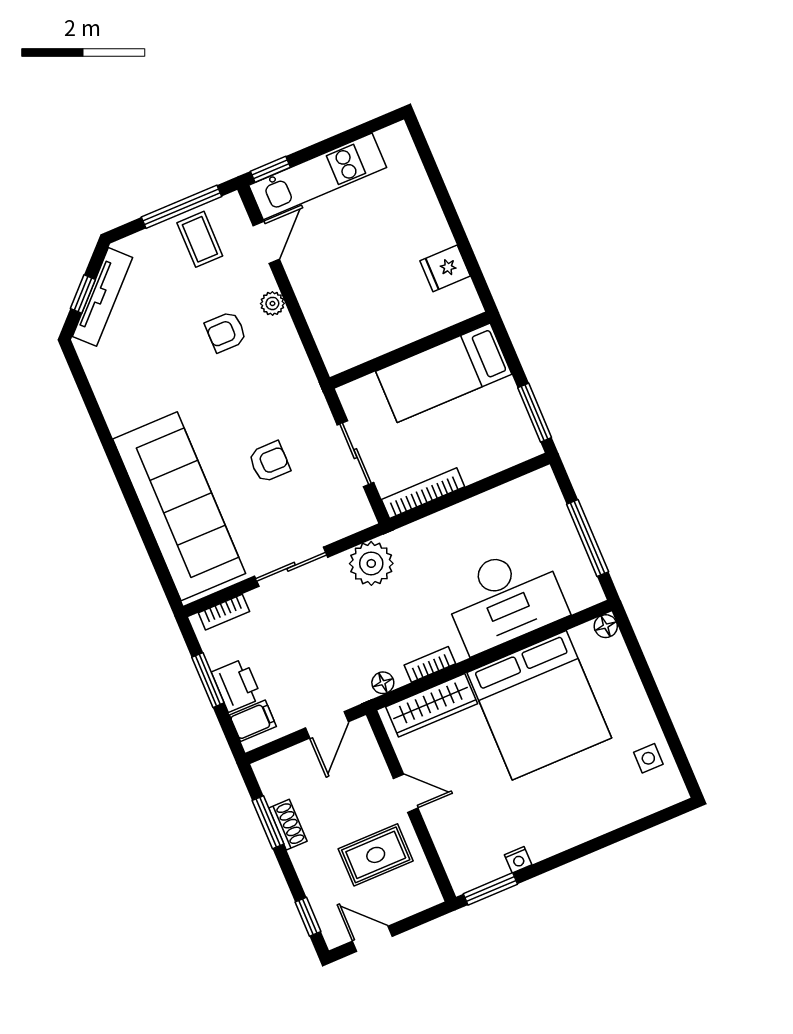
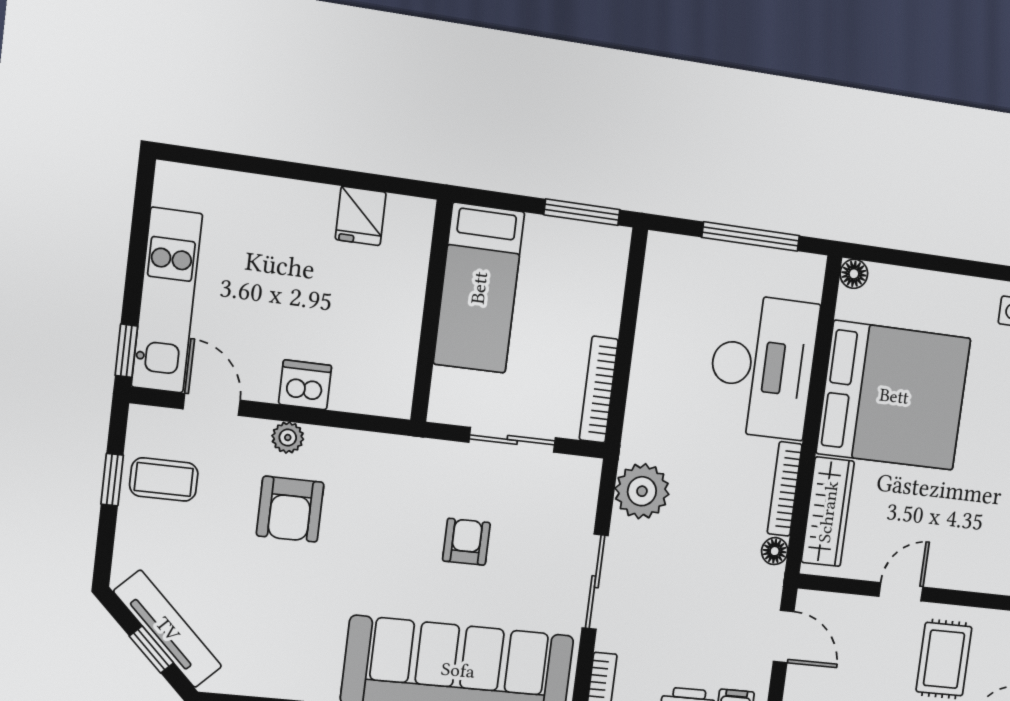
window: (181, 207) -> (112, 480), width x0.46
dishwasher: (314, 295) -> (305, 385), added
armchair: (226, 332) -> (290, 509), width x1.38, depth x1.38
bookcase: (430, 664) -> (785, 489), width x1.56

